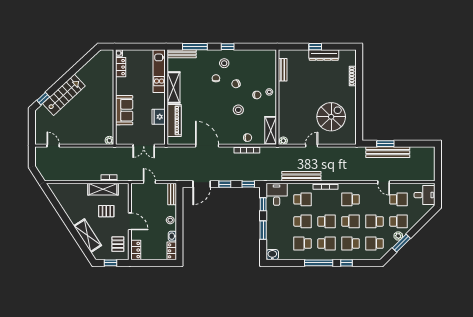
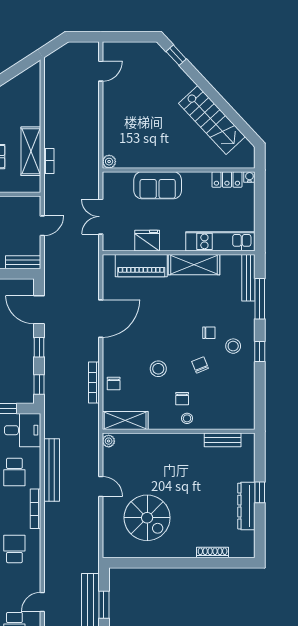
stairs: (64, 95) -> (212, 120), moved

